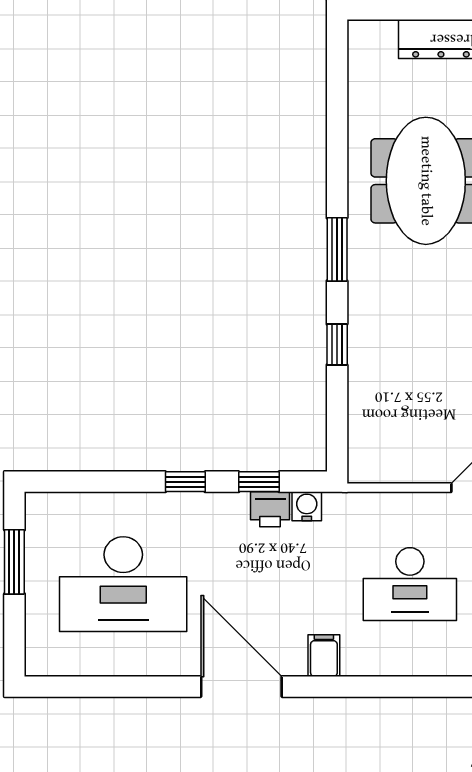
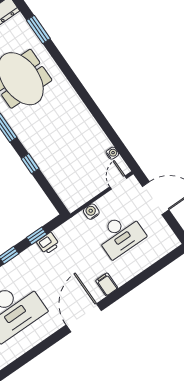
water cooler: (307, 506) -> (91, 212), moved
door: (241, 687) -> (84, 318), hinge flipped

